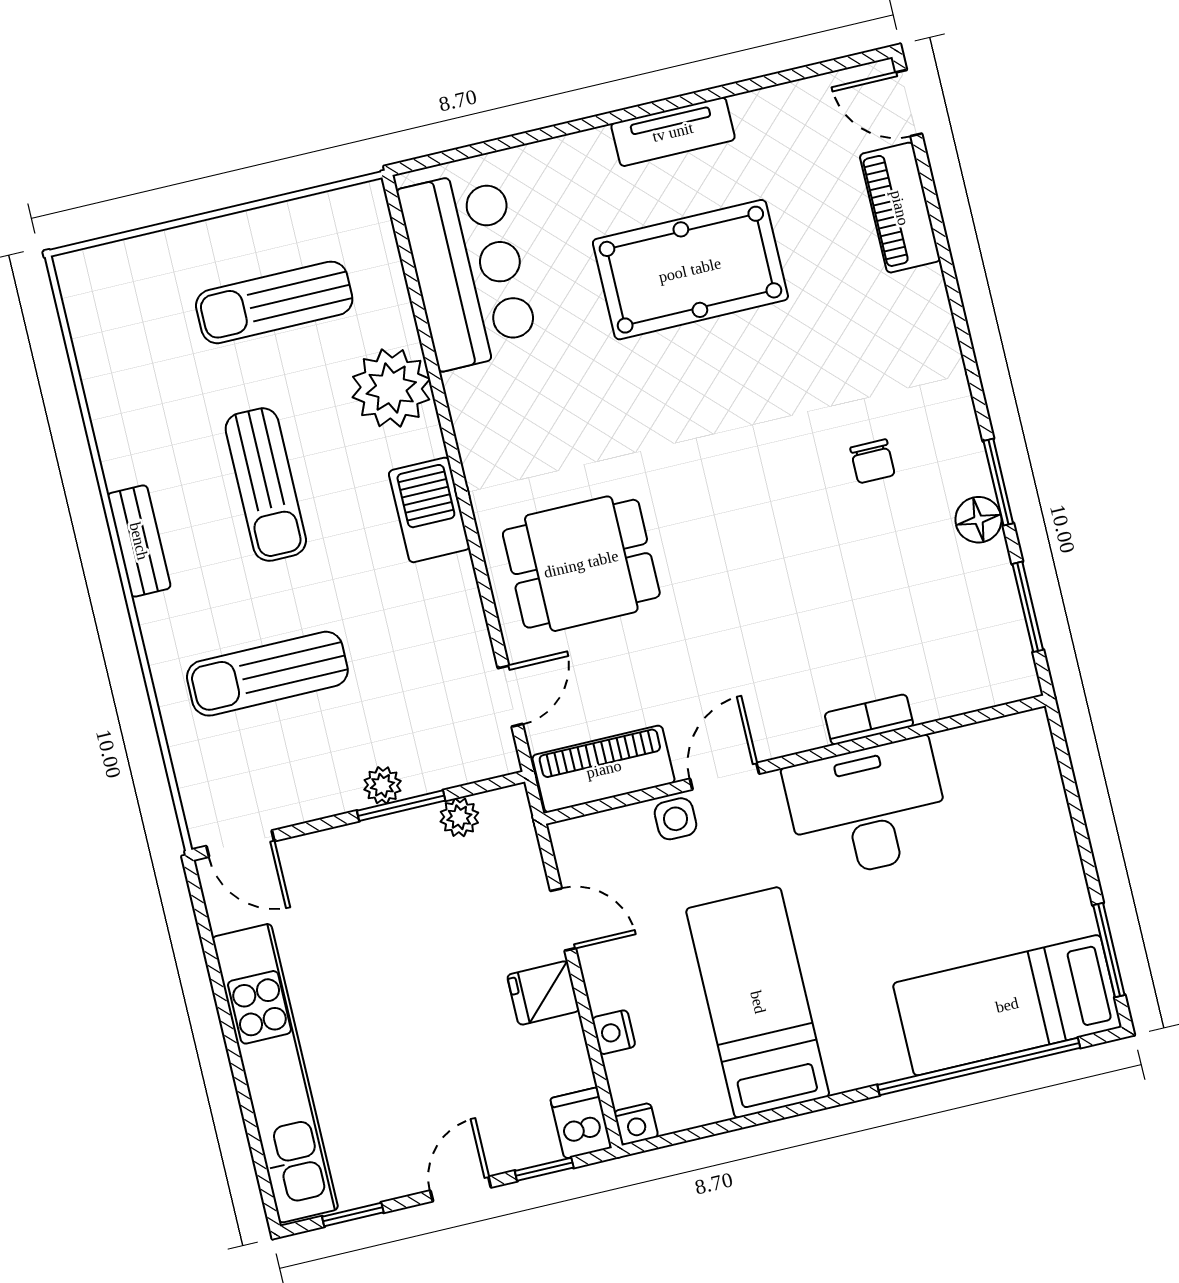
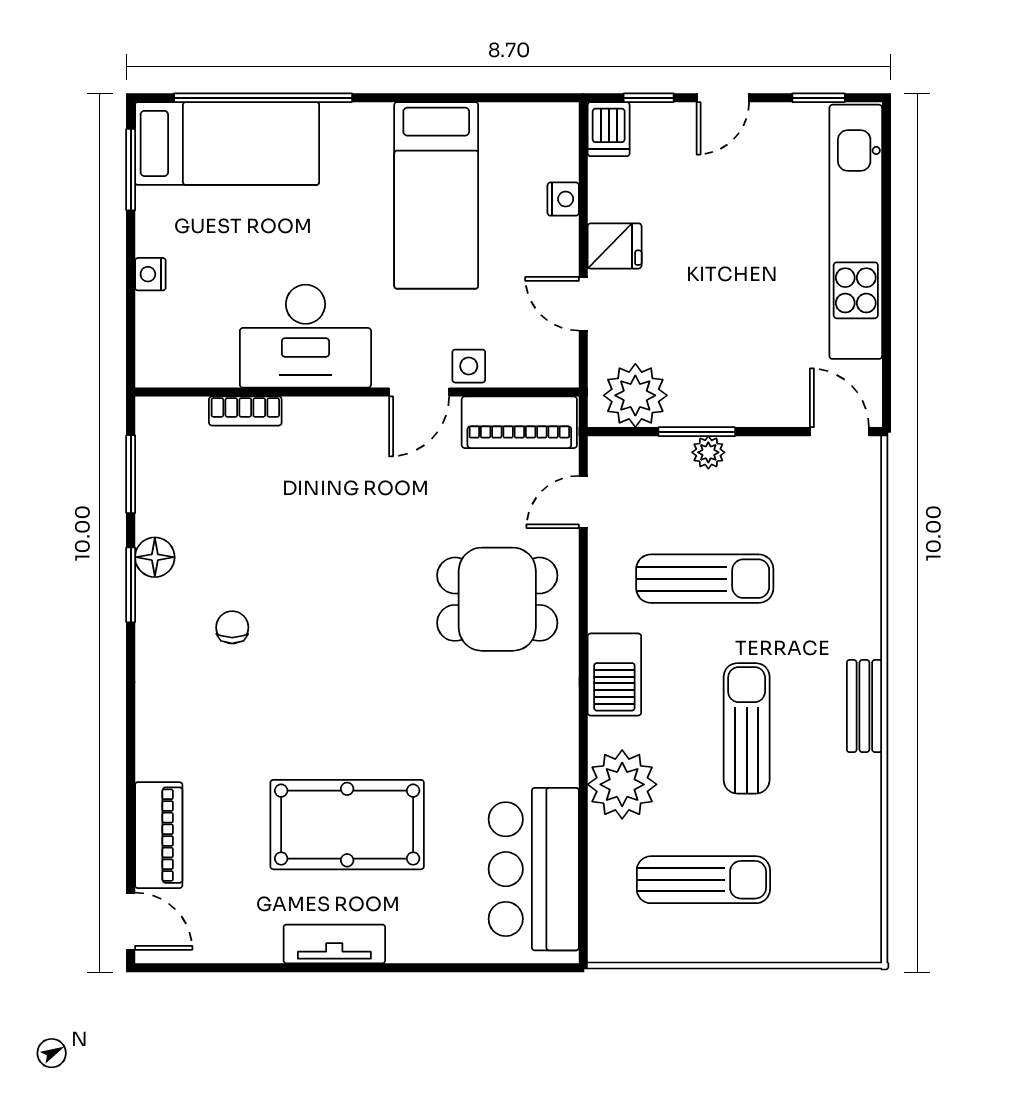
sun lounger: (267, 674) -> (705, 579), moved
bookcase: (869, 720) -> (245, 411), moved
plant: (459, 817) -> (635, 395), width x1.88, depth x1.88
nightstand: (636, 1124) -> (150, 274), moved, turned -90

